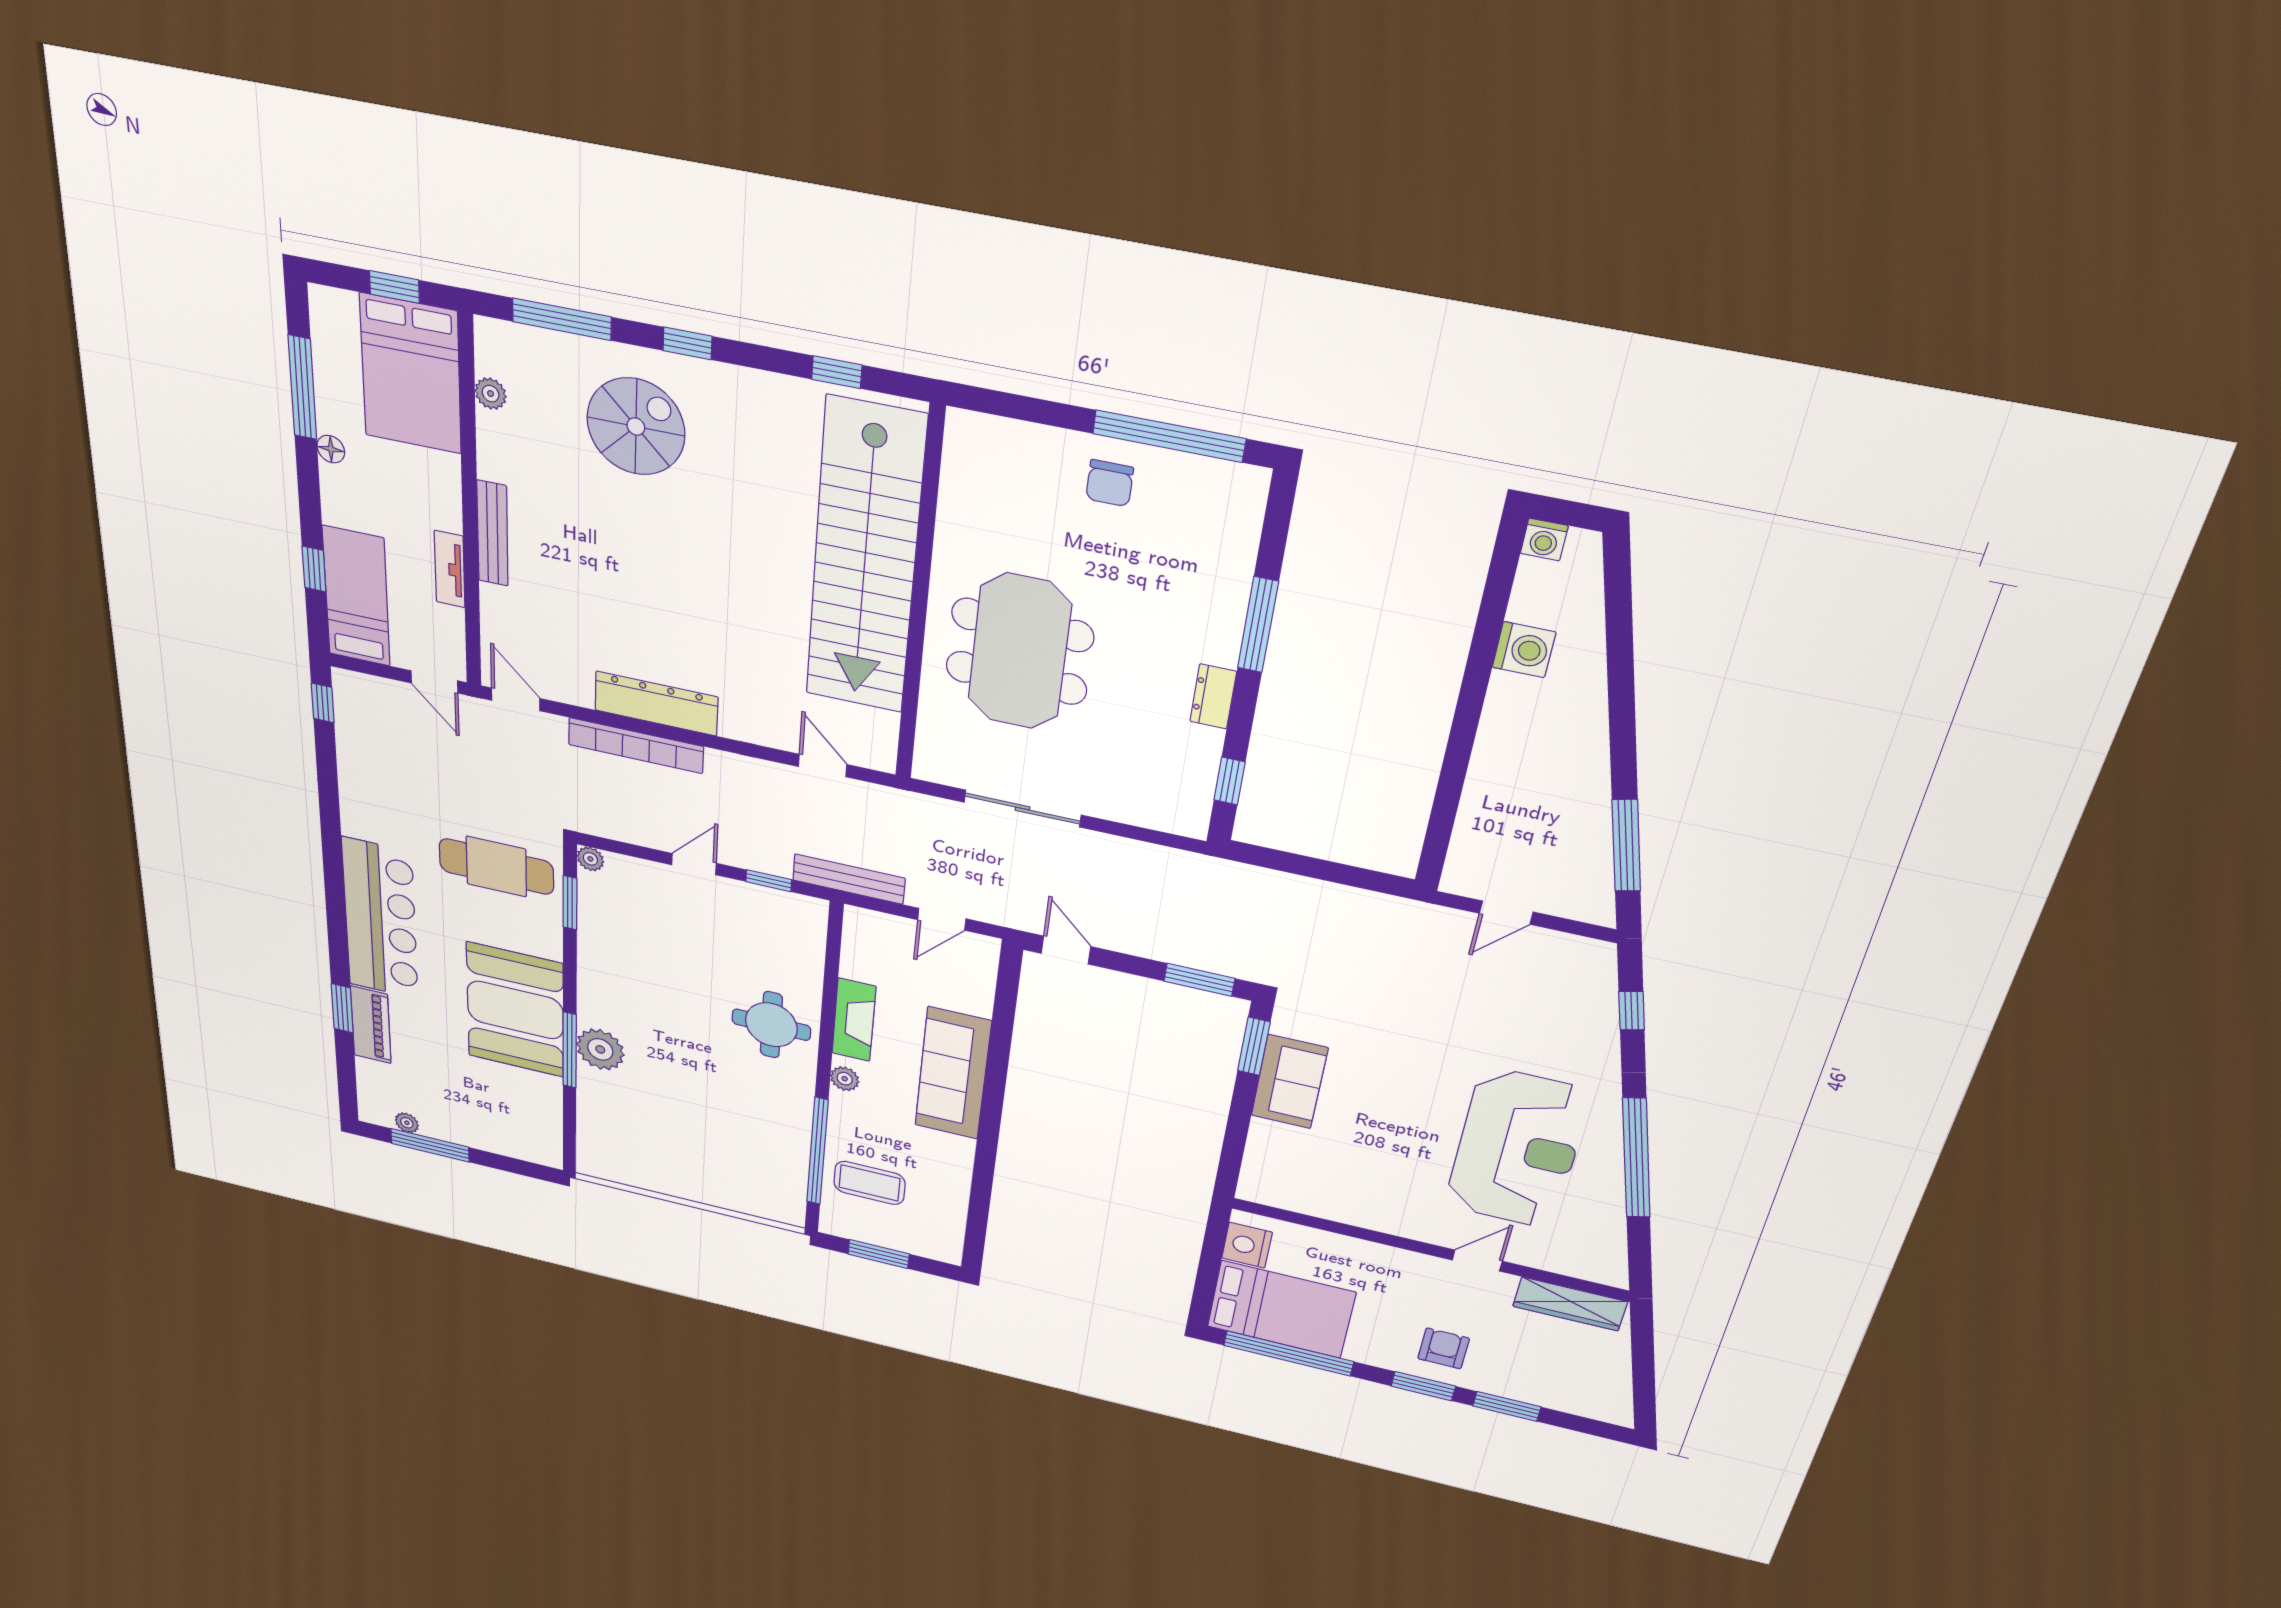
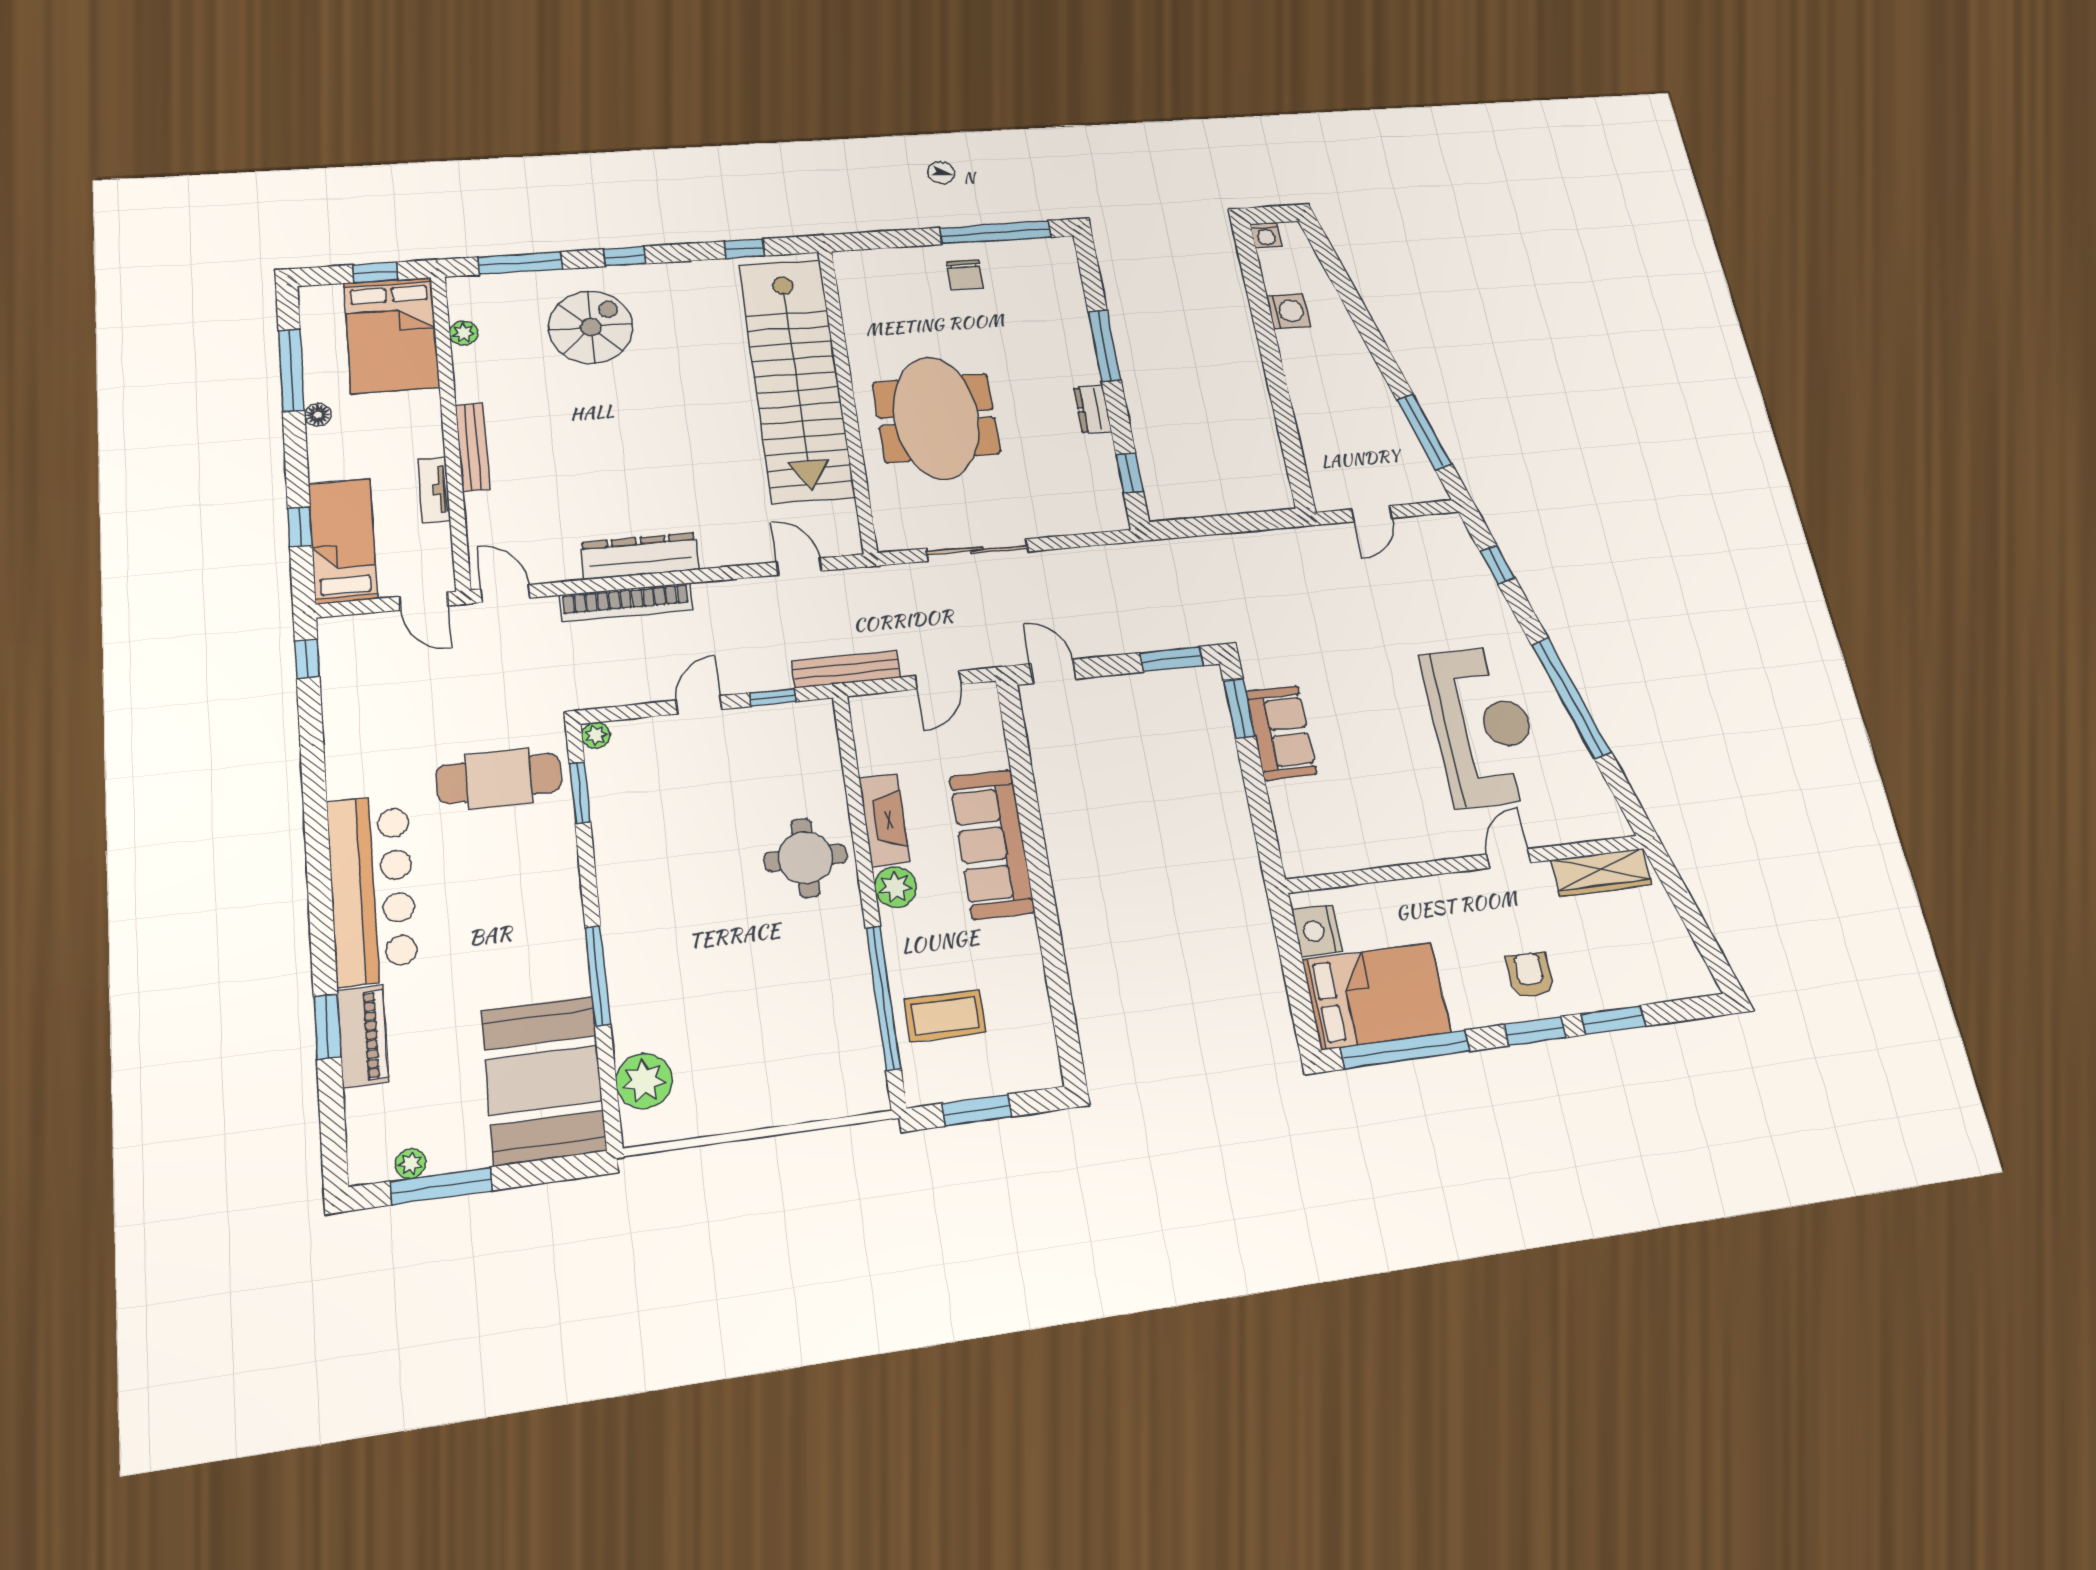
booth: (515, 1010) -> (544, 1080), moved
plant: (600, 1049) -> (644, 1081), moved
plant: (845, 1079) -> (896, 887), width x1.38, depth x1.38

